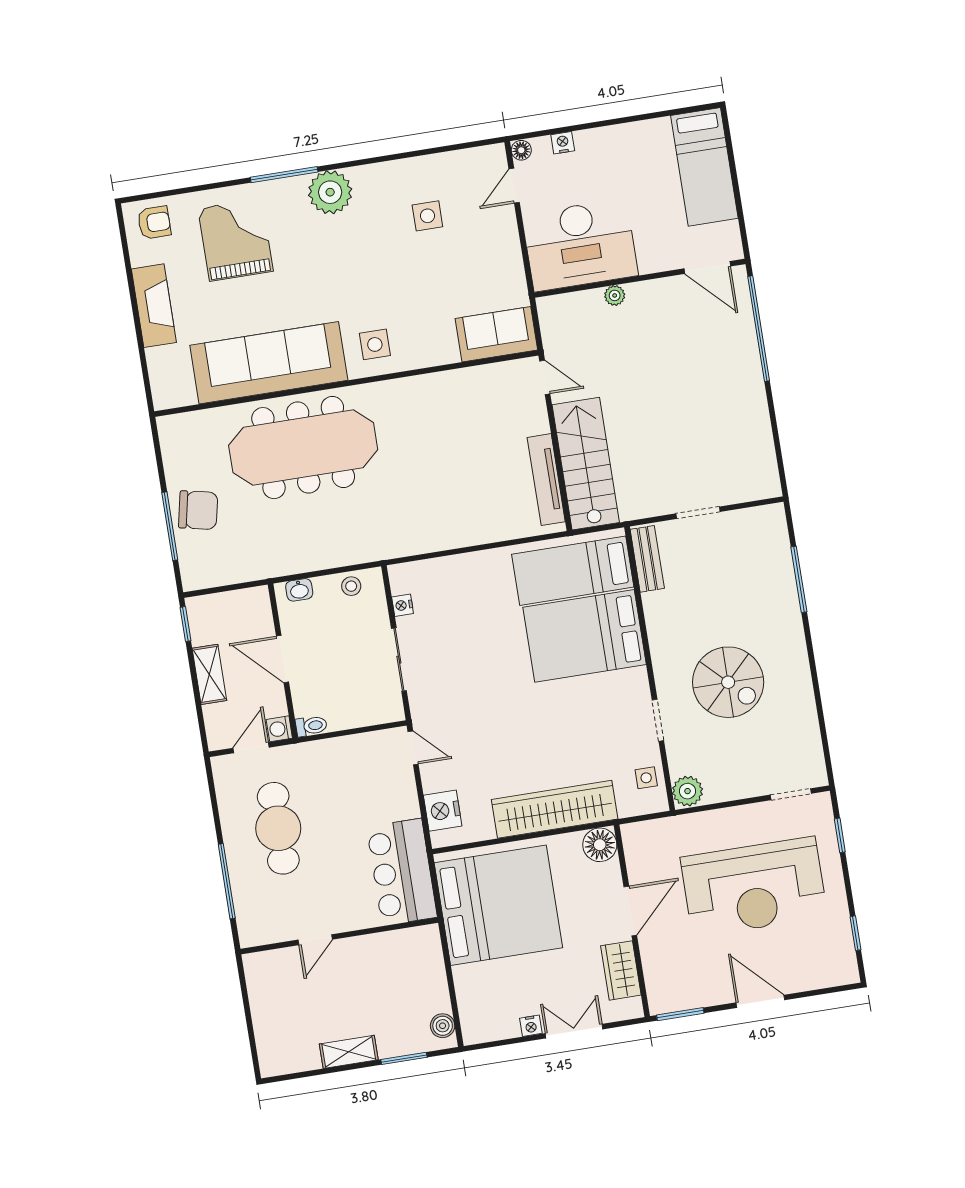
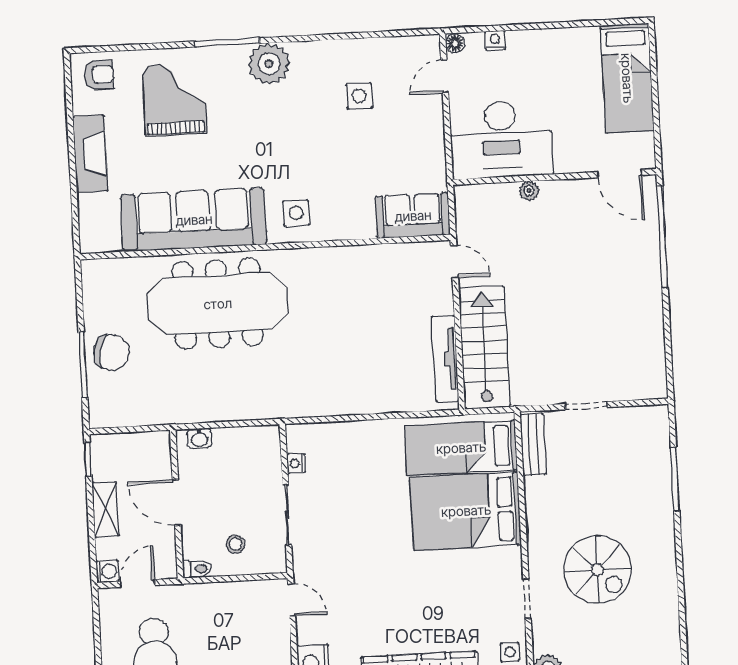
stool: (351, 586) -> (236, 544), moved
washing machine: (279, 729) -> (107, 571), moved, turned 180

